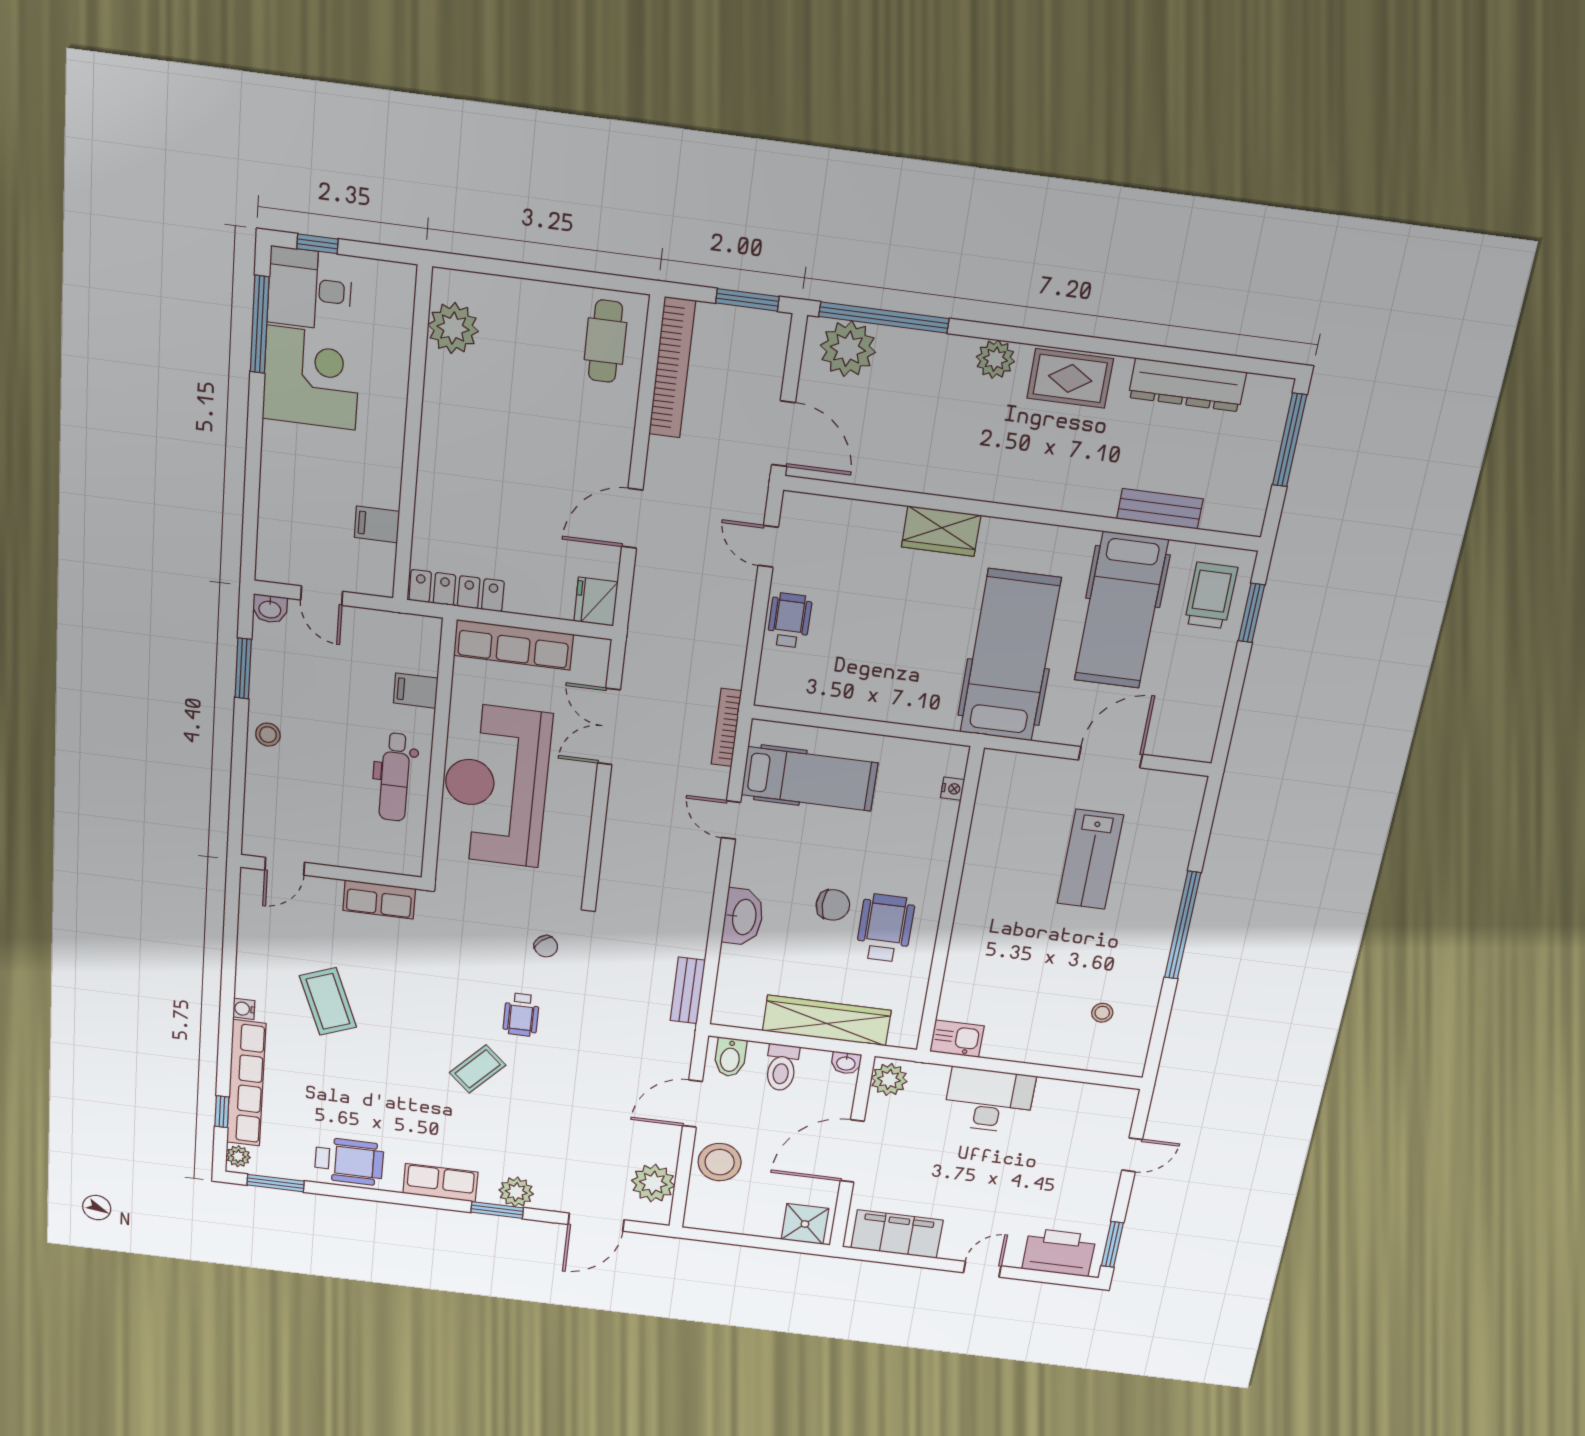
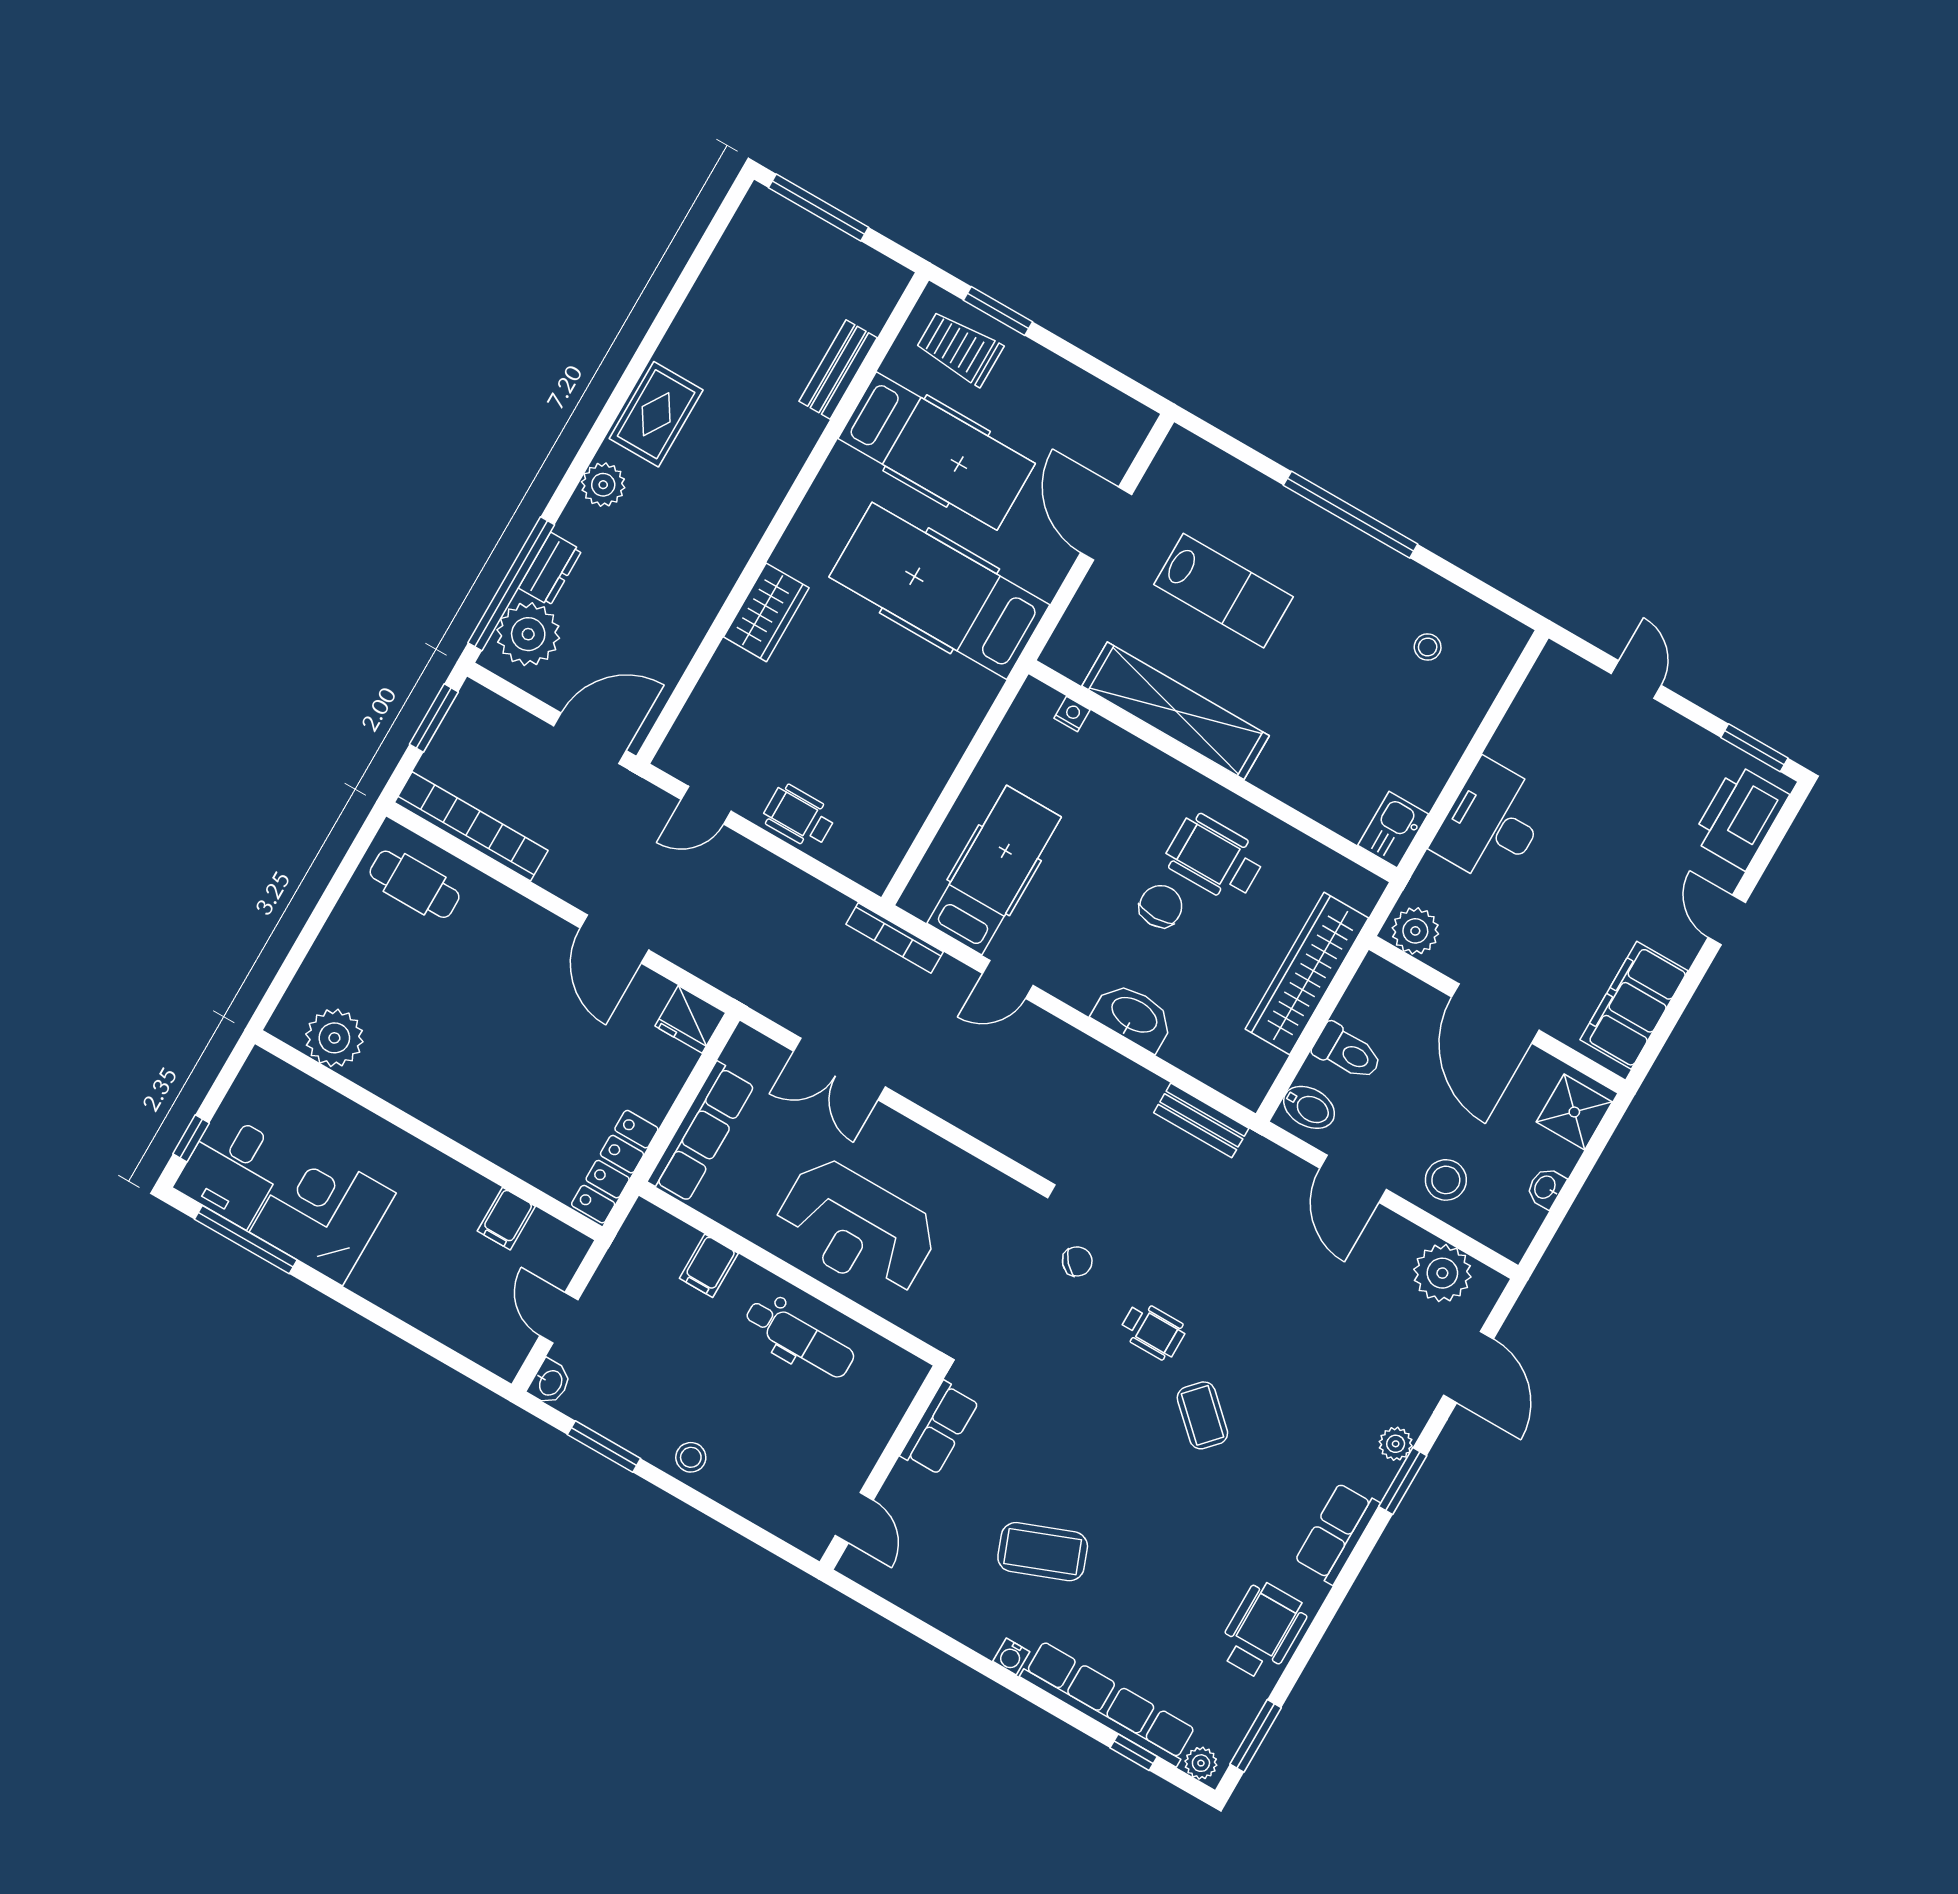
dresser: (1187, 385) -> (550, 569), moved, width x0.51, depth x0.80
door: (322, 596) -> (559, 1318), swing flipped
reception desk: (496, 785) -> (856, 1228), width x0.74, depth x0.77
shelving: (985, 860) -> (1176, 711), added
washbasin: (846, 1063) -> (1546, 1188), moved, turned 180
stool: (720, 1162) -> (1446, 1180), width x0.73, depth x0.73
plant: (516, 1192) -> (1396, 1444), width x0.73, depth x0.73

